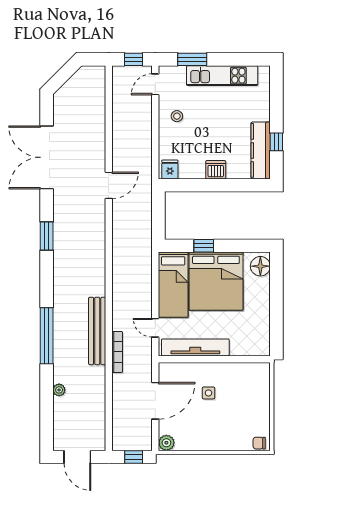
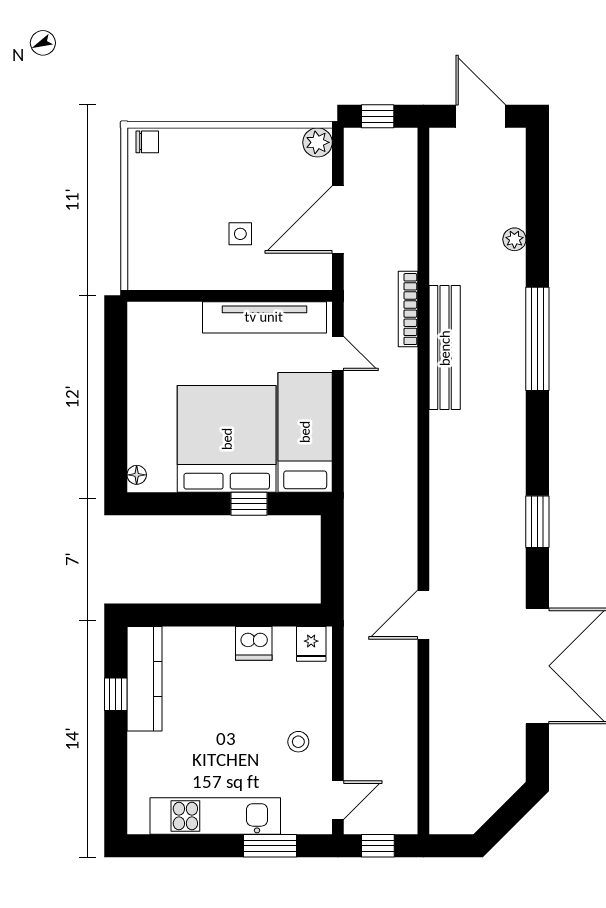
dishwasher: (216, 170) -> (254, 643), moved
floor lamp: (260, 266) -> (137, 475), width x0.53, depth x0.53

